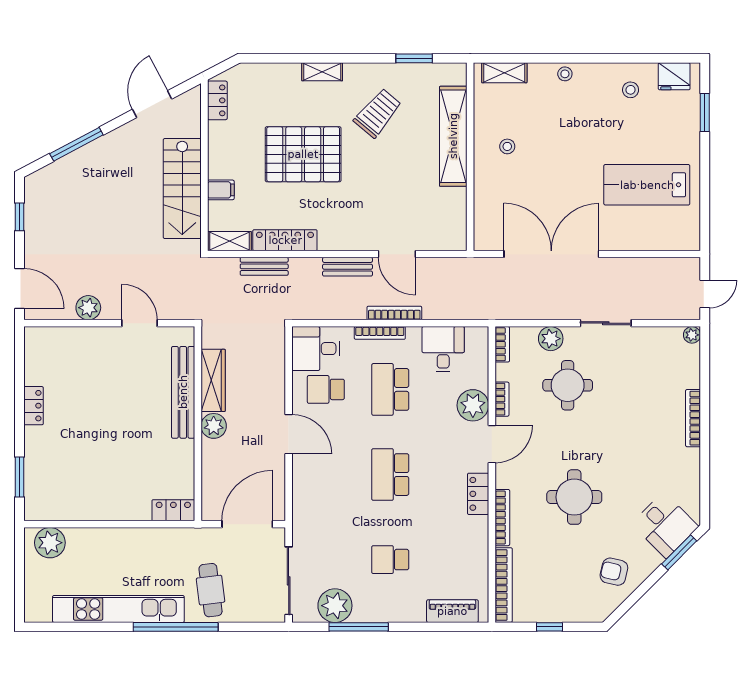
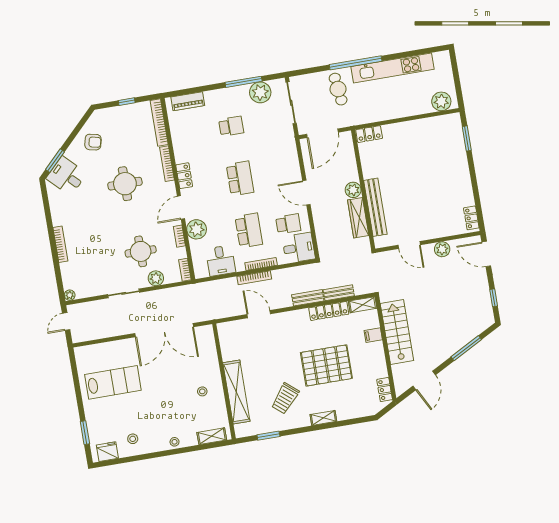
bench: (348, 267) -> (308, 298), moved
locker: (34, 406) -> (471, 218), moved

